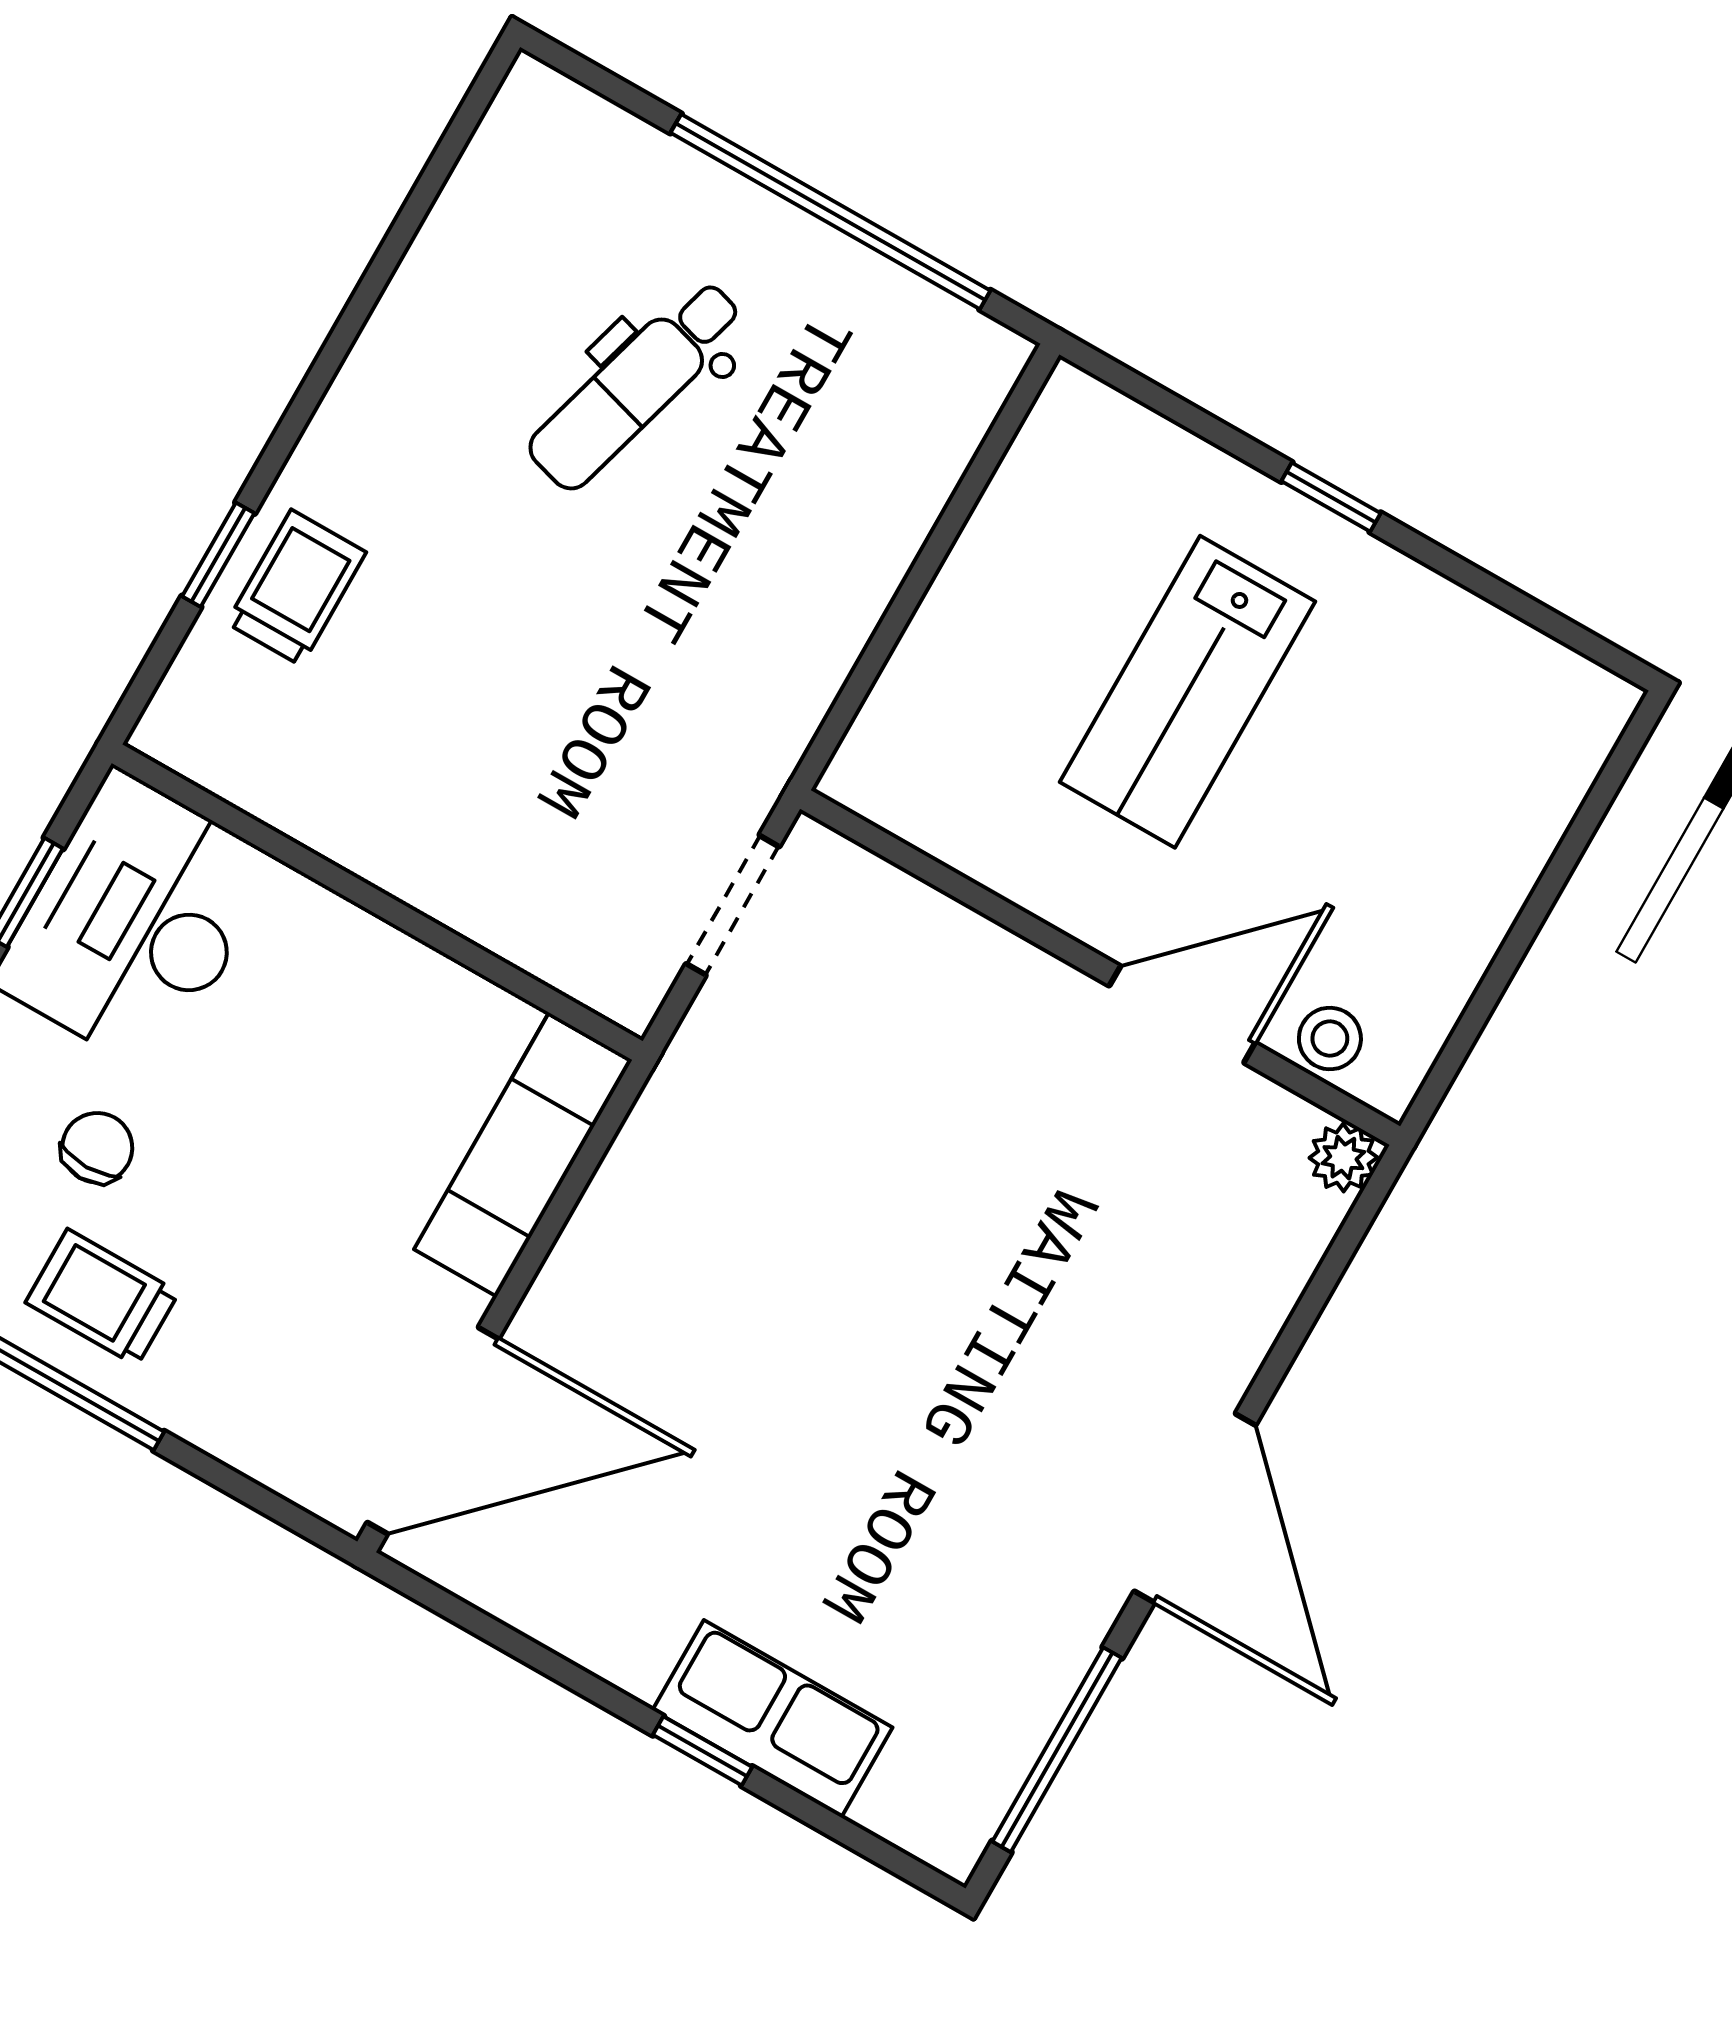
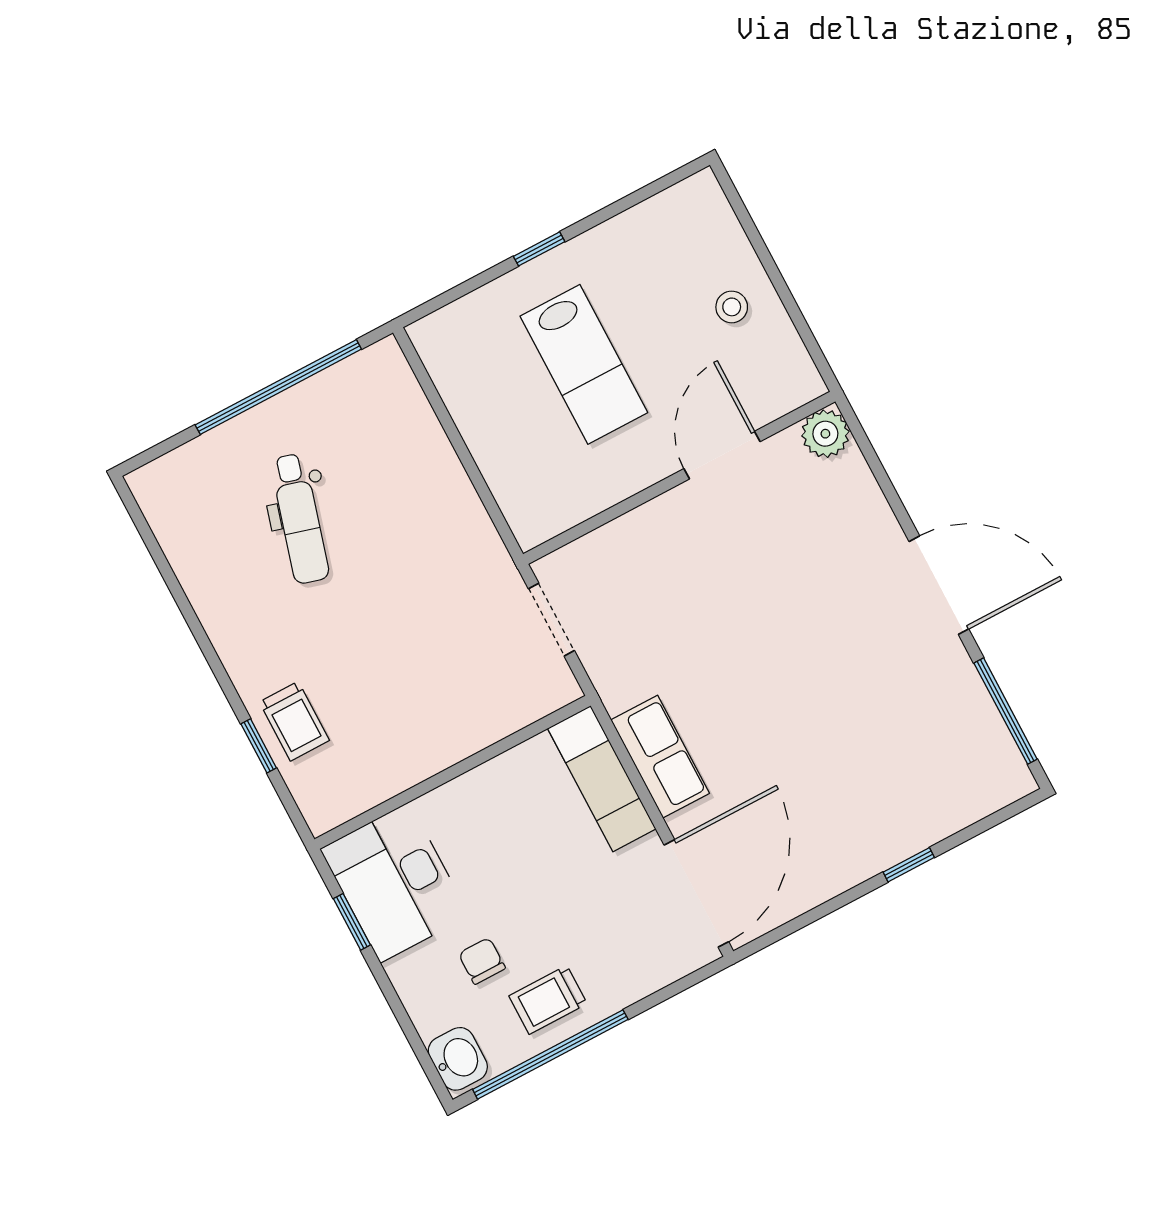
trolley: (296, 588) -> (294, 721), turned 180
stool: (1330, 1039) -> (732, 307), moved
plant: (1343, 1158) -> (825, 434), width x1.38, depth x1.38
row of seats: (772, 1719) -> (660, 757), moved, turned 90

